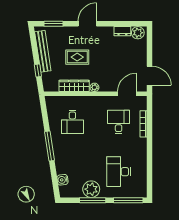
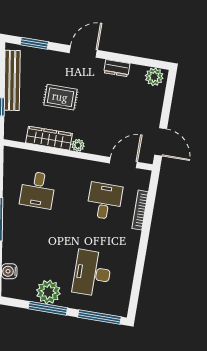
dresser: (122, 31) -> (117, 68), moved

